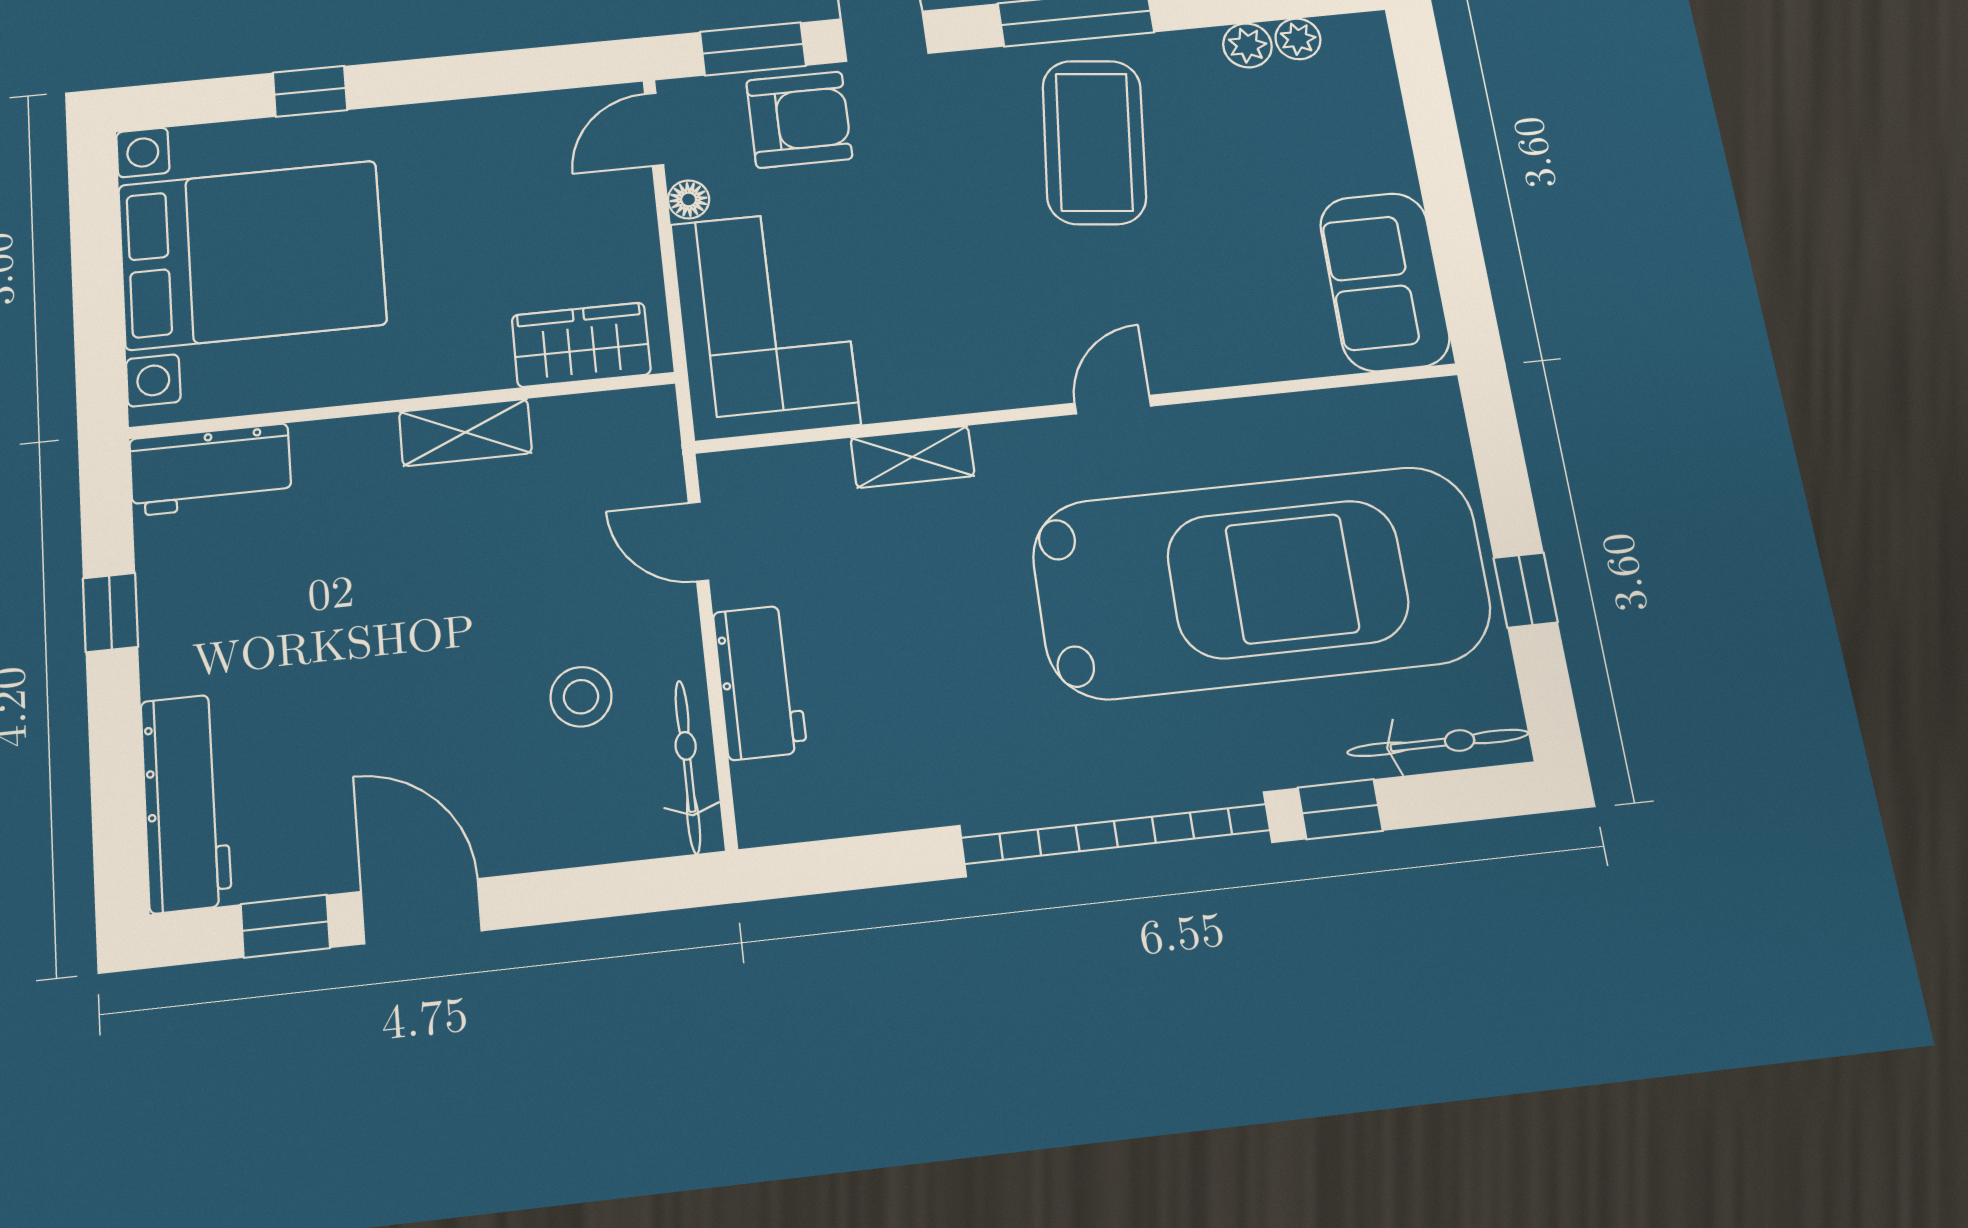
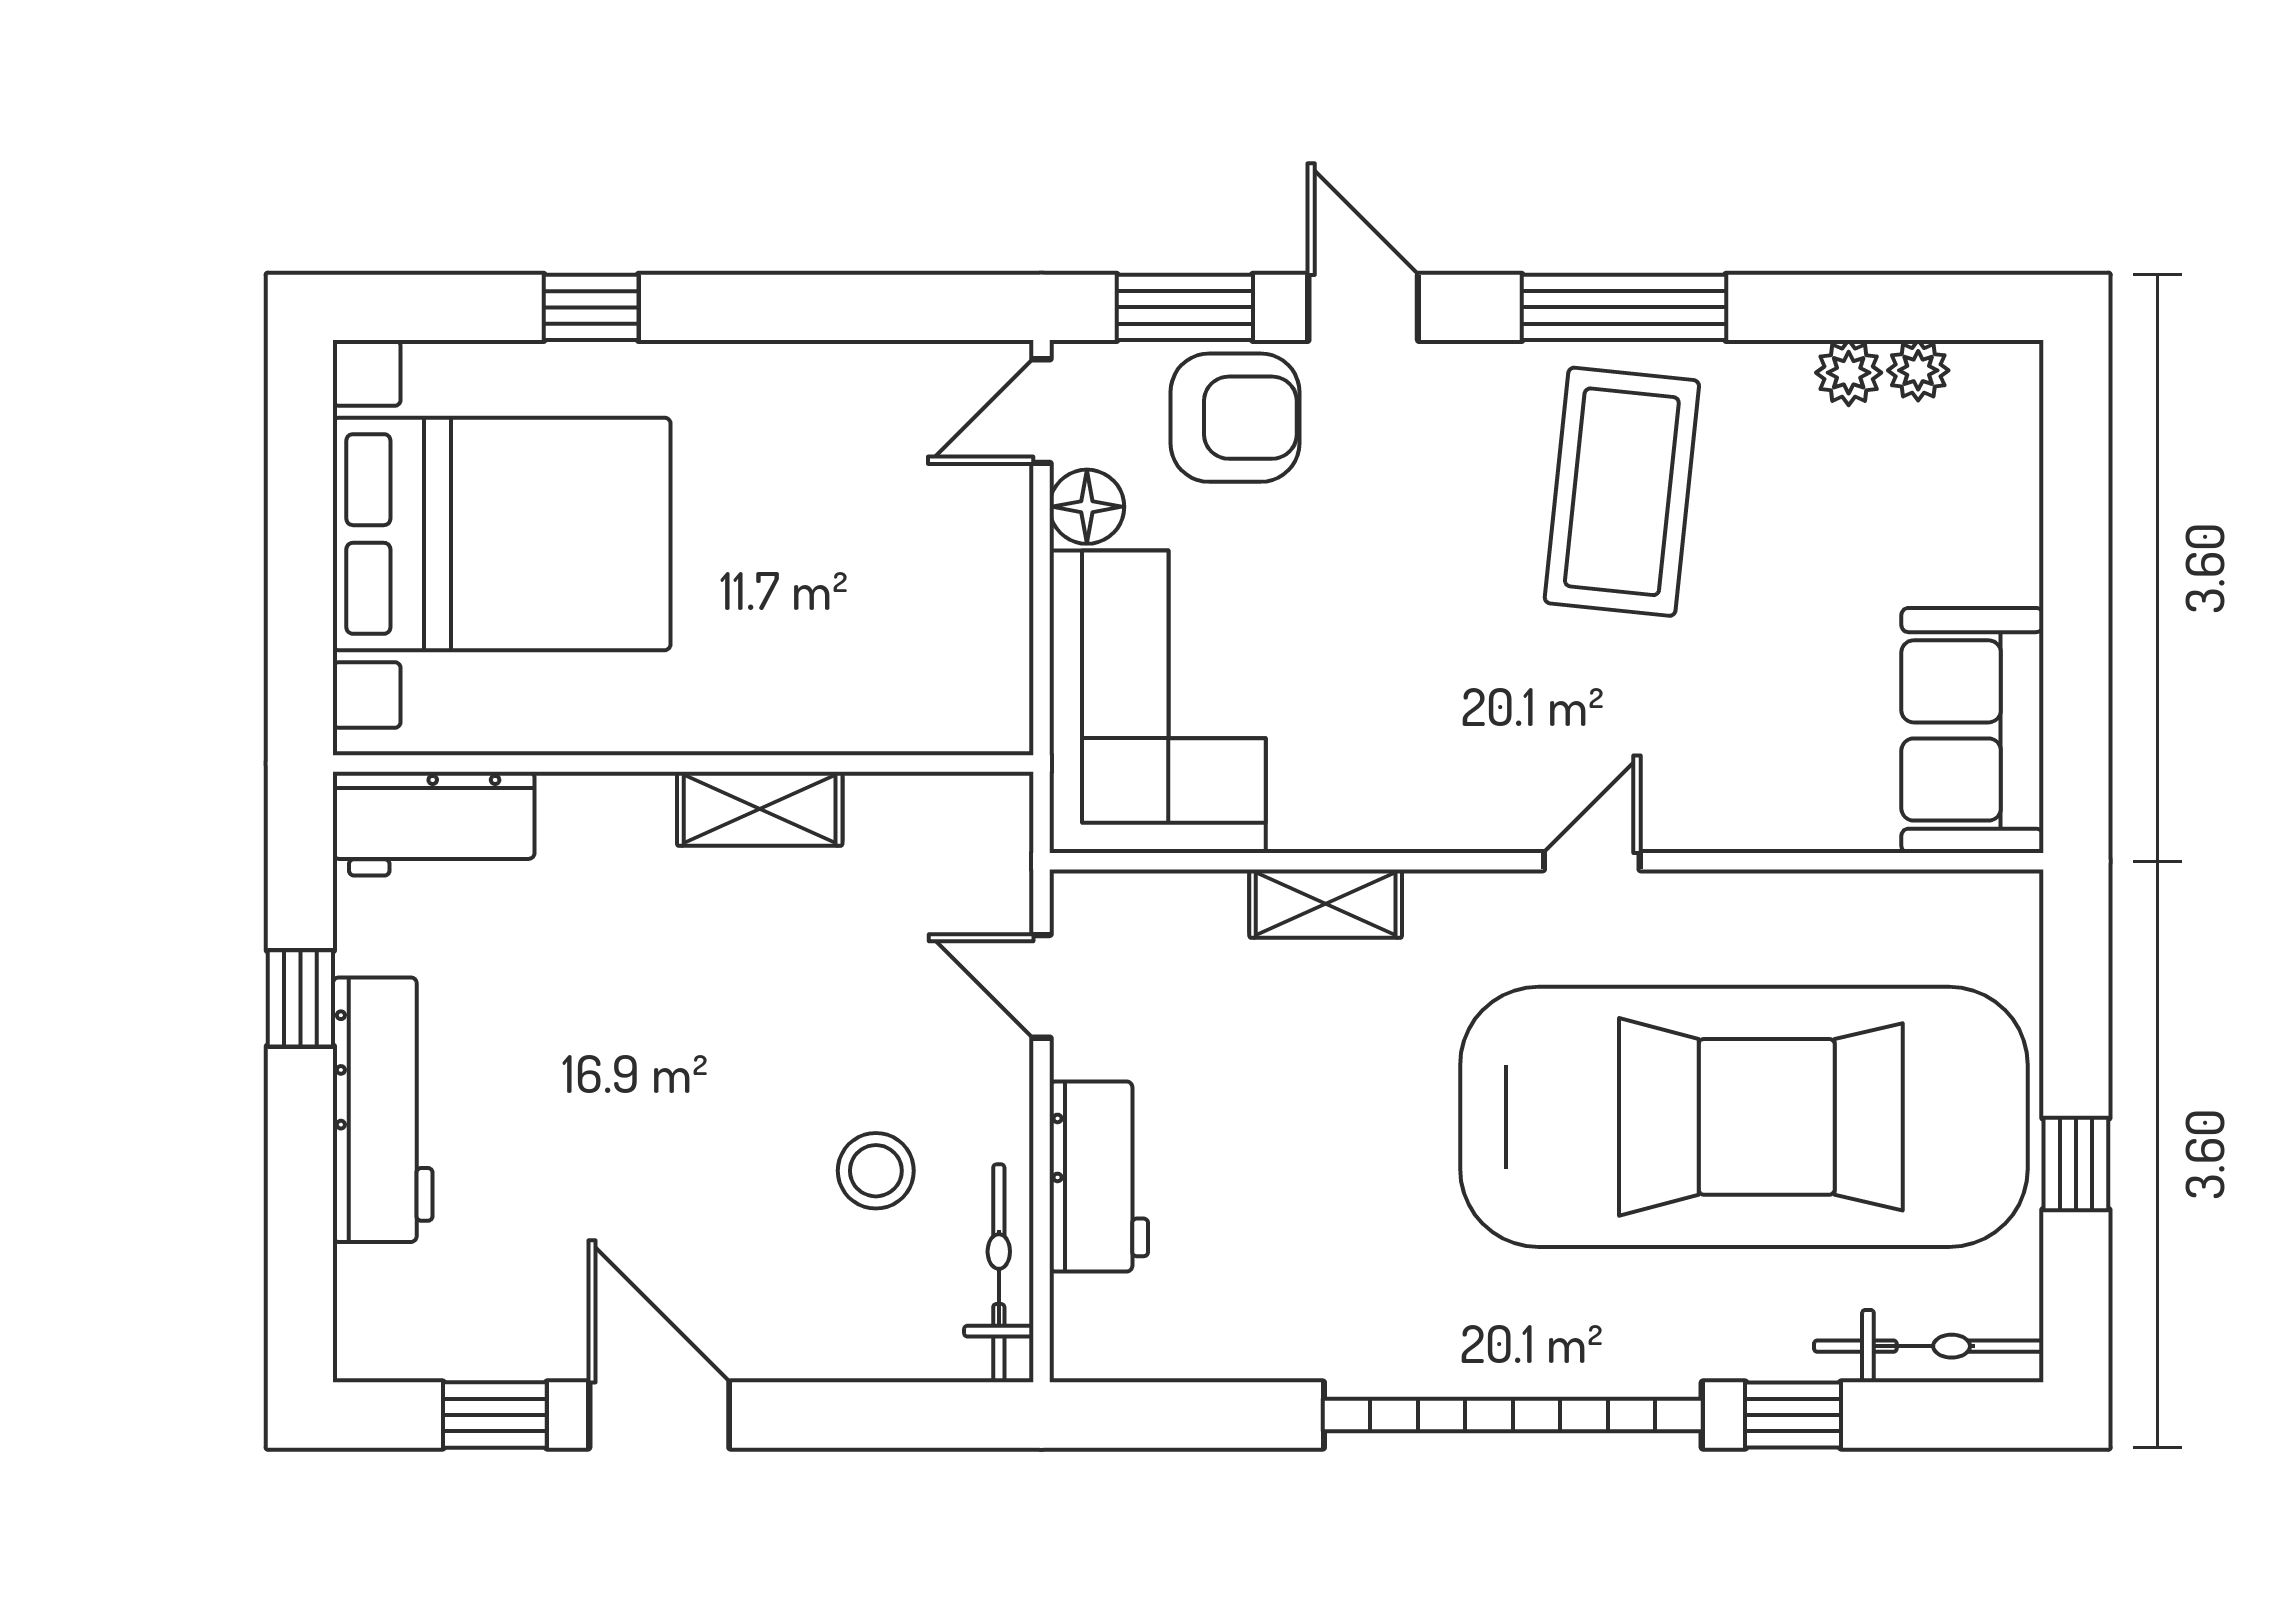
floor lamp: (689, 199) -> (1087, 507), width x1.37, depth x1.37
wardrobe: (581, 345) -> (918, 705), removed
workbench: (186, 802) -> (383, 1110), moved

